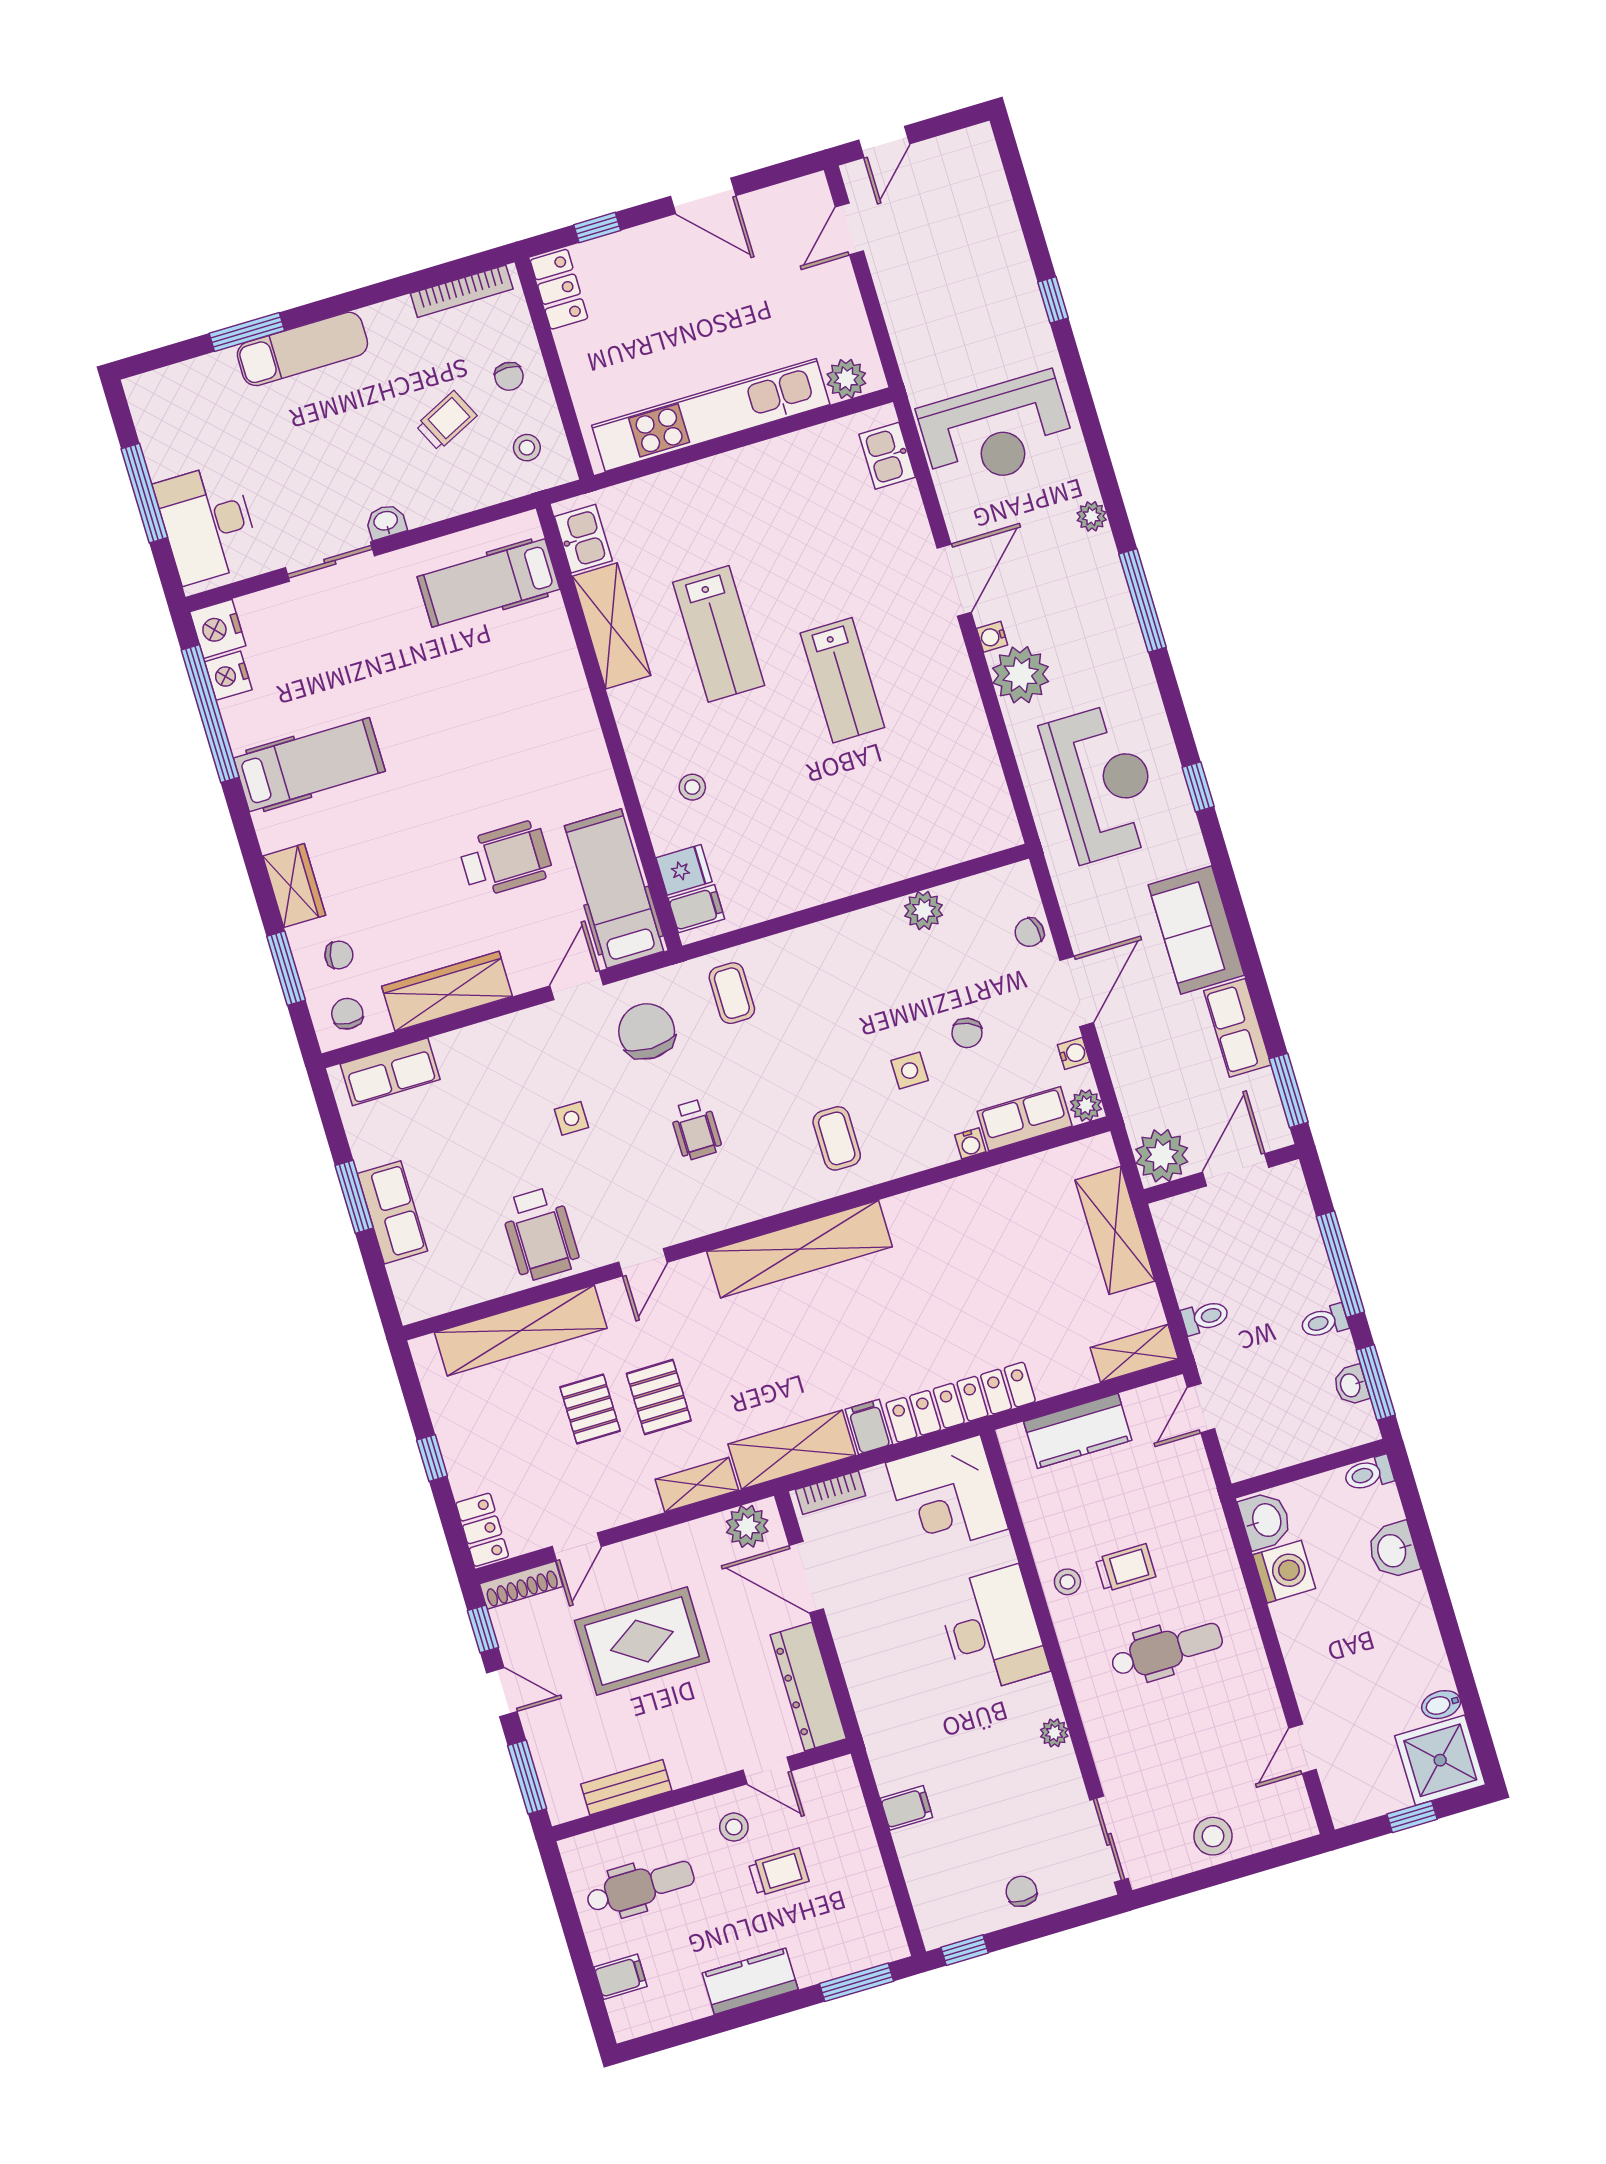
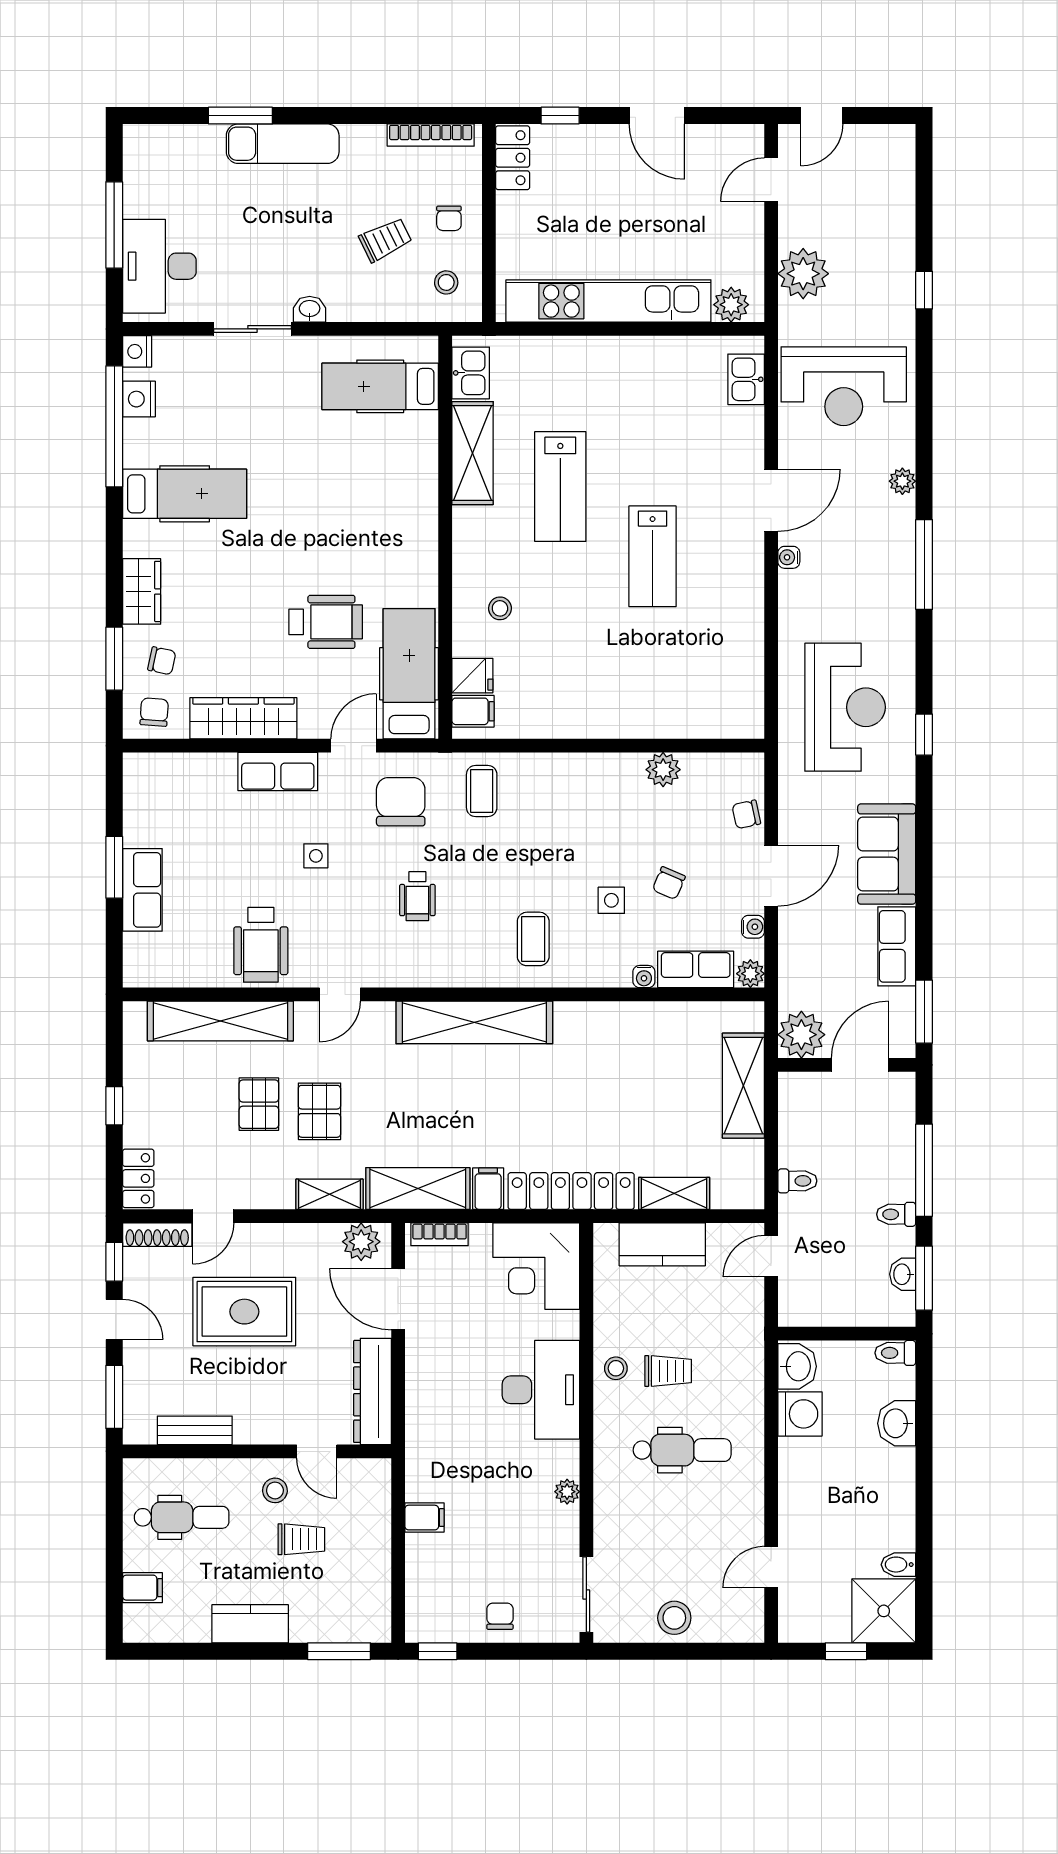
nightstand: (218, 629) -> (137, 351), width x0.74, depth x0.75
plant: (1021, 675) -> (803, 274), moved
row of seats: (390, 1072) -> (278, 771), moved
shelving: (1134, 1353) -> (674, 1193), moved

